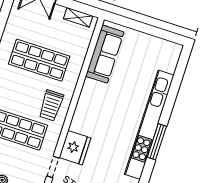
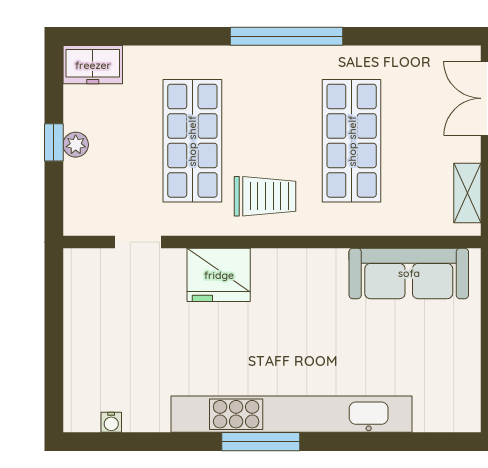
trolley: (51, 105) -> (265, 196), turned 180
fridge: (75, 148) -> (219, 275), moved

